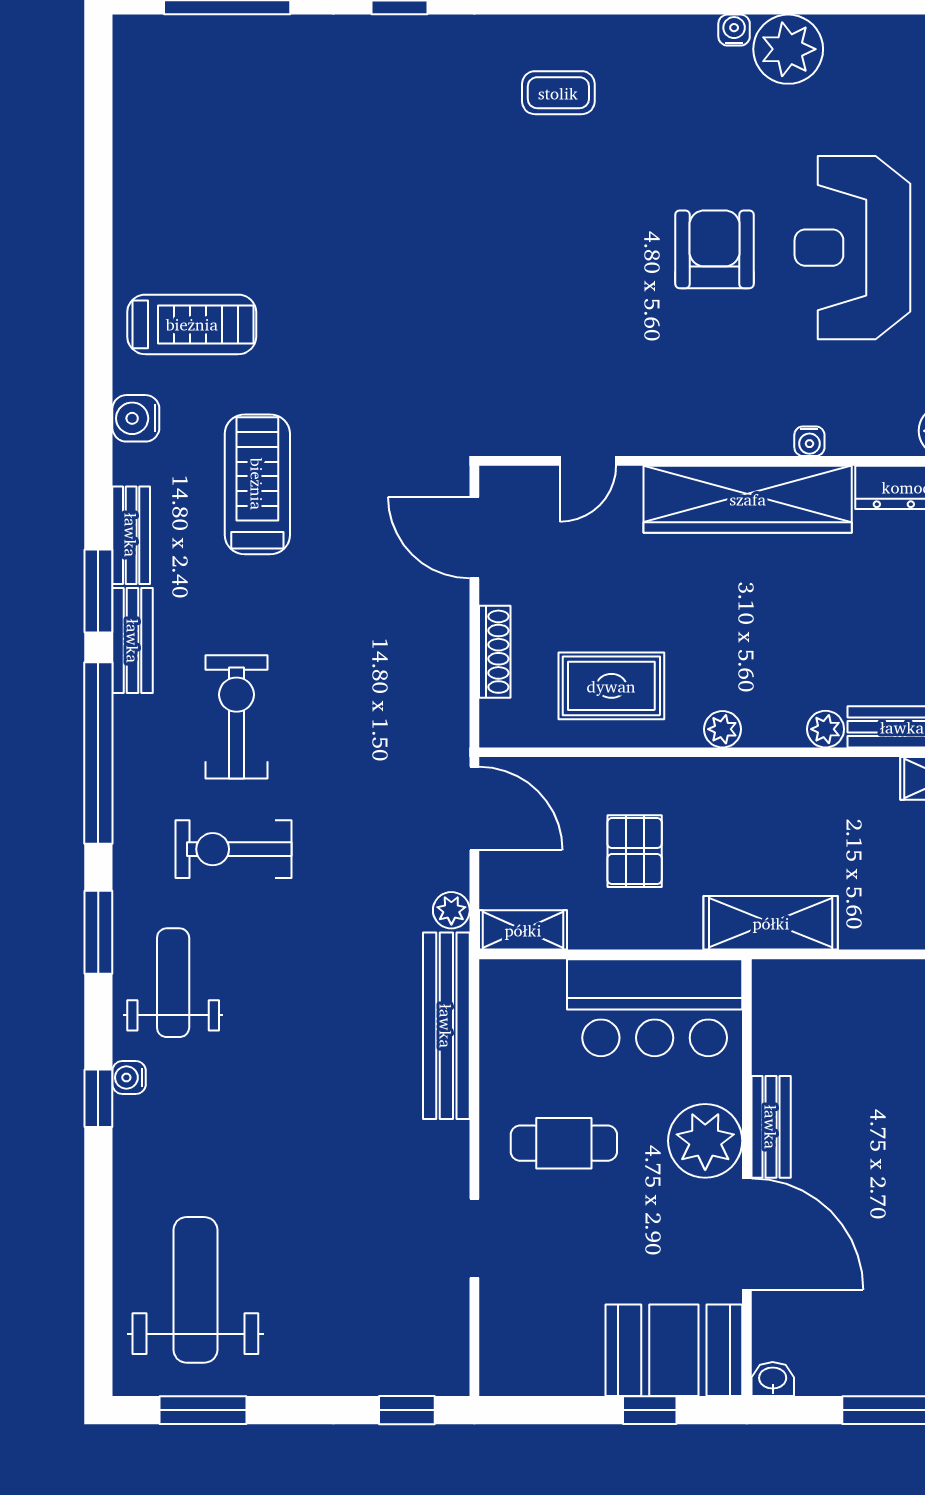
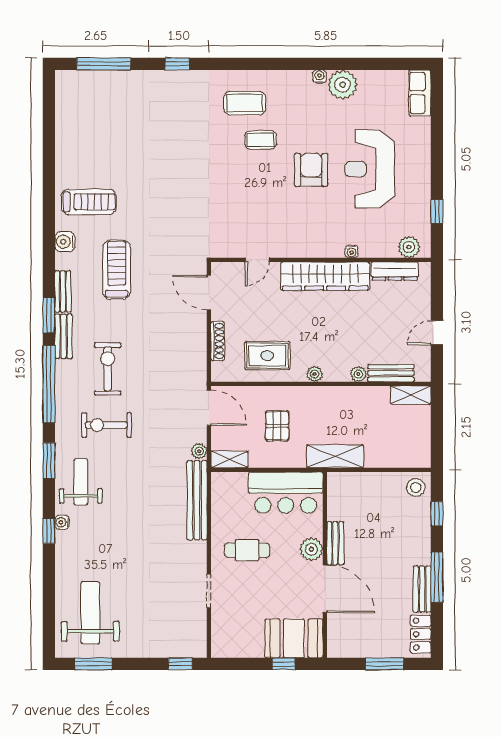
coffee table: (558, 93) -> (245, 103), width x1.36, depth x1.30
coffee table: (596, 179) -> (261, 140), added
plant: (705, 1141) -> (311, 549), width x0.73, depth x0.73
washbasin: (773, 1379) -> (336, 651), removed

